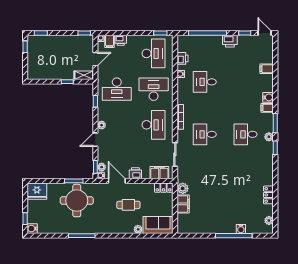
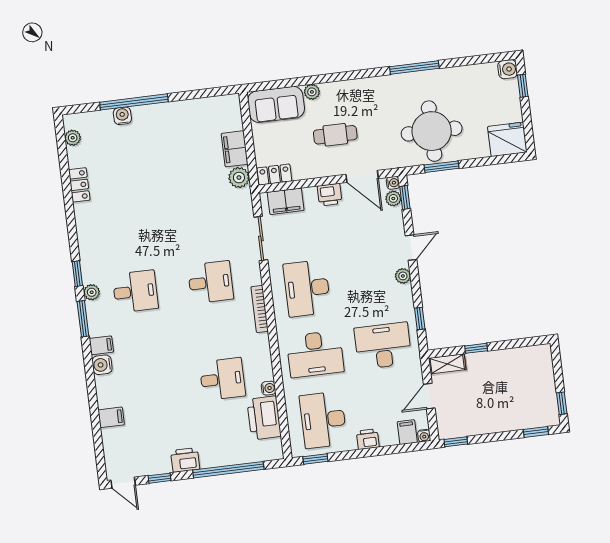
printer: (121, 40) -> (368, 439), moved
printer: (182, 58) -> (264, 418), width x1.87, depth x1.48

